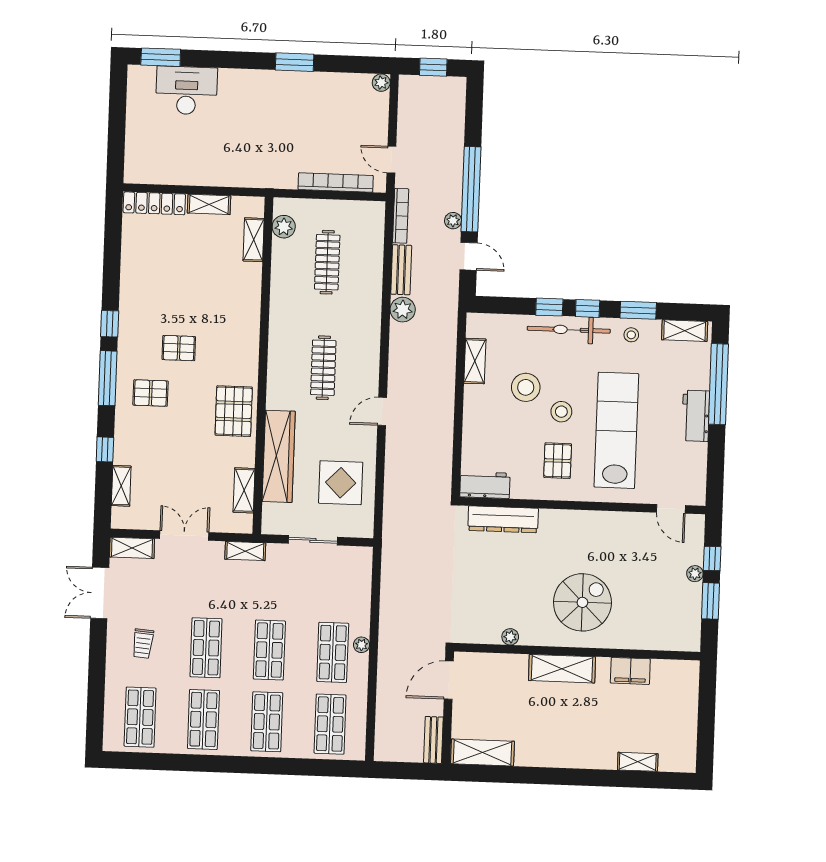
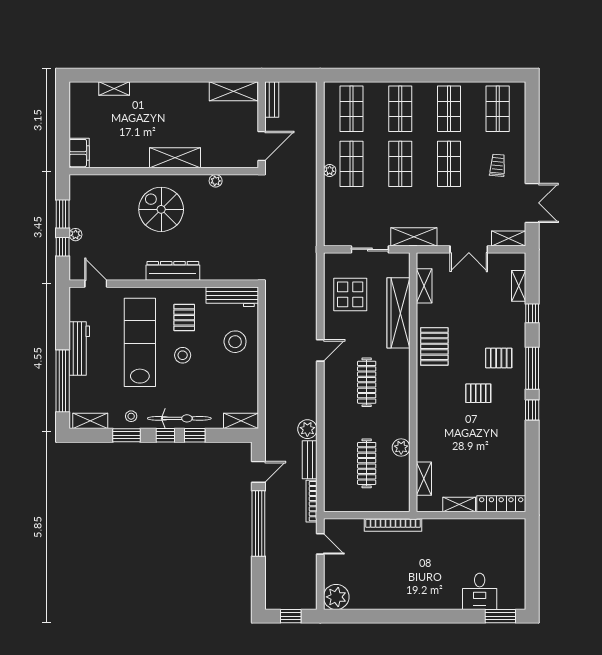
window: (295, 62) -> (397, 616), removed
plant: (381, 83) -> (336, 597), width x1.87, depth x1.87
desk: (186, 90) -> (480, 591), width x0.73
bookcase: (336, 182) -> (393, 525), moved
plant: (453, 221) -> (271, 499), removed
plant: (284, 227) -> (401, 448), moved
door: (469, 256) -> (258, 472), swing flipped
shelving: (475, 361) -> (241, 421), moved, turned 90
stool: (526, 387) -> (235, 342), moved
workbench: (696, 416) -> (79, 348), width x1.38
lab bench: (616, 430) -> (140, 342), turned 180
workbench: (485, 485) -> (232, 297), width x1.38
dresser: (503, 519) -> (173, 271), moved
shelving: (245, 551) -> (414, 237), width x1.50, depth x1.33
spiral stairs: (582, 602) -> (161, 209), turned 90
filing cabinet: (630, 671) -> (79, 153), moved, turned 90

